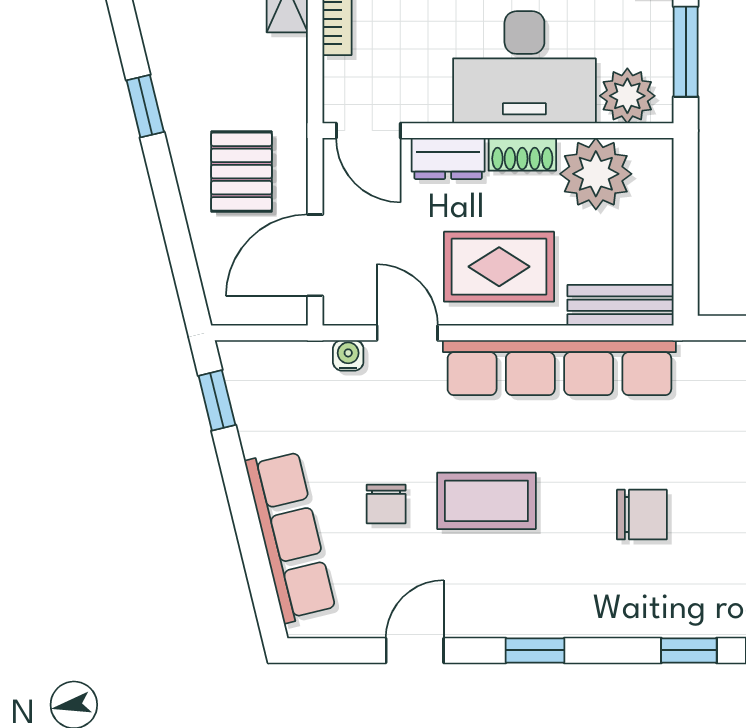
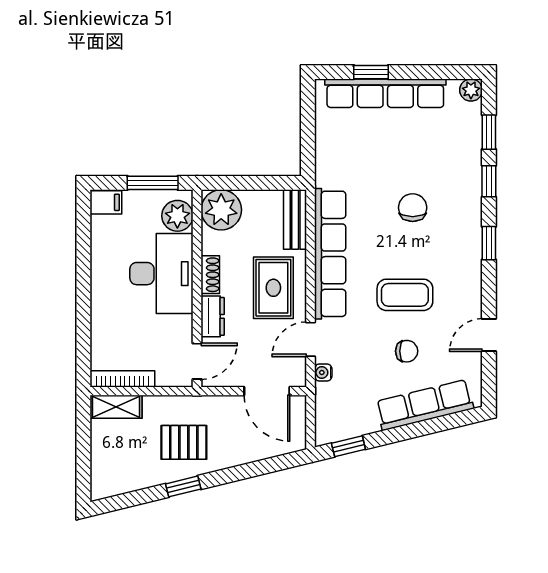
pallet: (241, 172) -> (184, 442), moved
plant: (596, 174) -> (221, 210), moved
coffee table: (486, 501) -> (405, 295), turned 90
door: (415, 650) -> (489, 335), hinge flipped
window: (535, 650) -> (489, 243), moved

